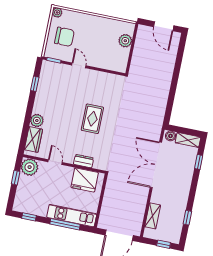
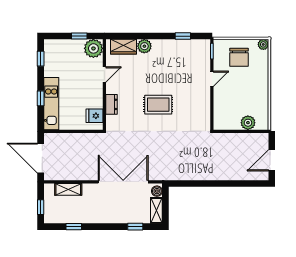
fridge: (85, 180) -> (94, 116), width x0.53, depth x0.75
window: (65, 224) -> (41, 98), width x0.46

